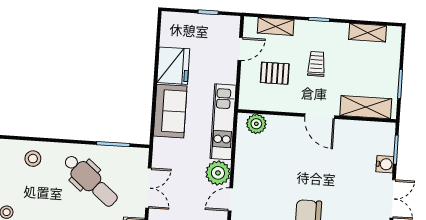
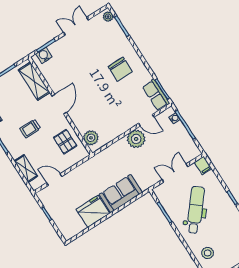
pallet: (275, 73) -> (65, 142), moved
kitchen unit: (223, 122) -> (104, 158), removed
water cooler: (385, 164) -> (44, 55), moved

